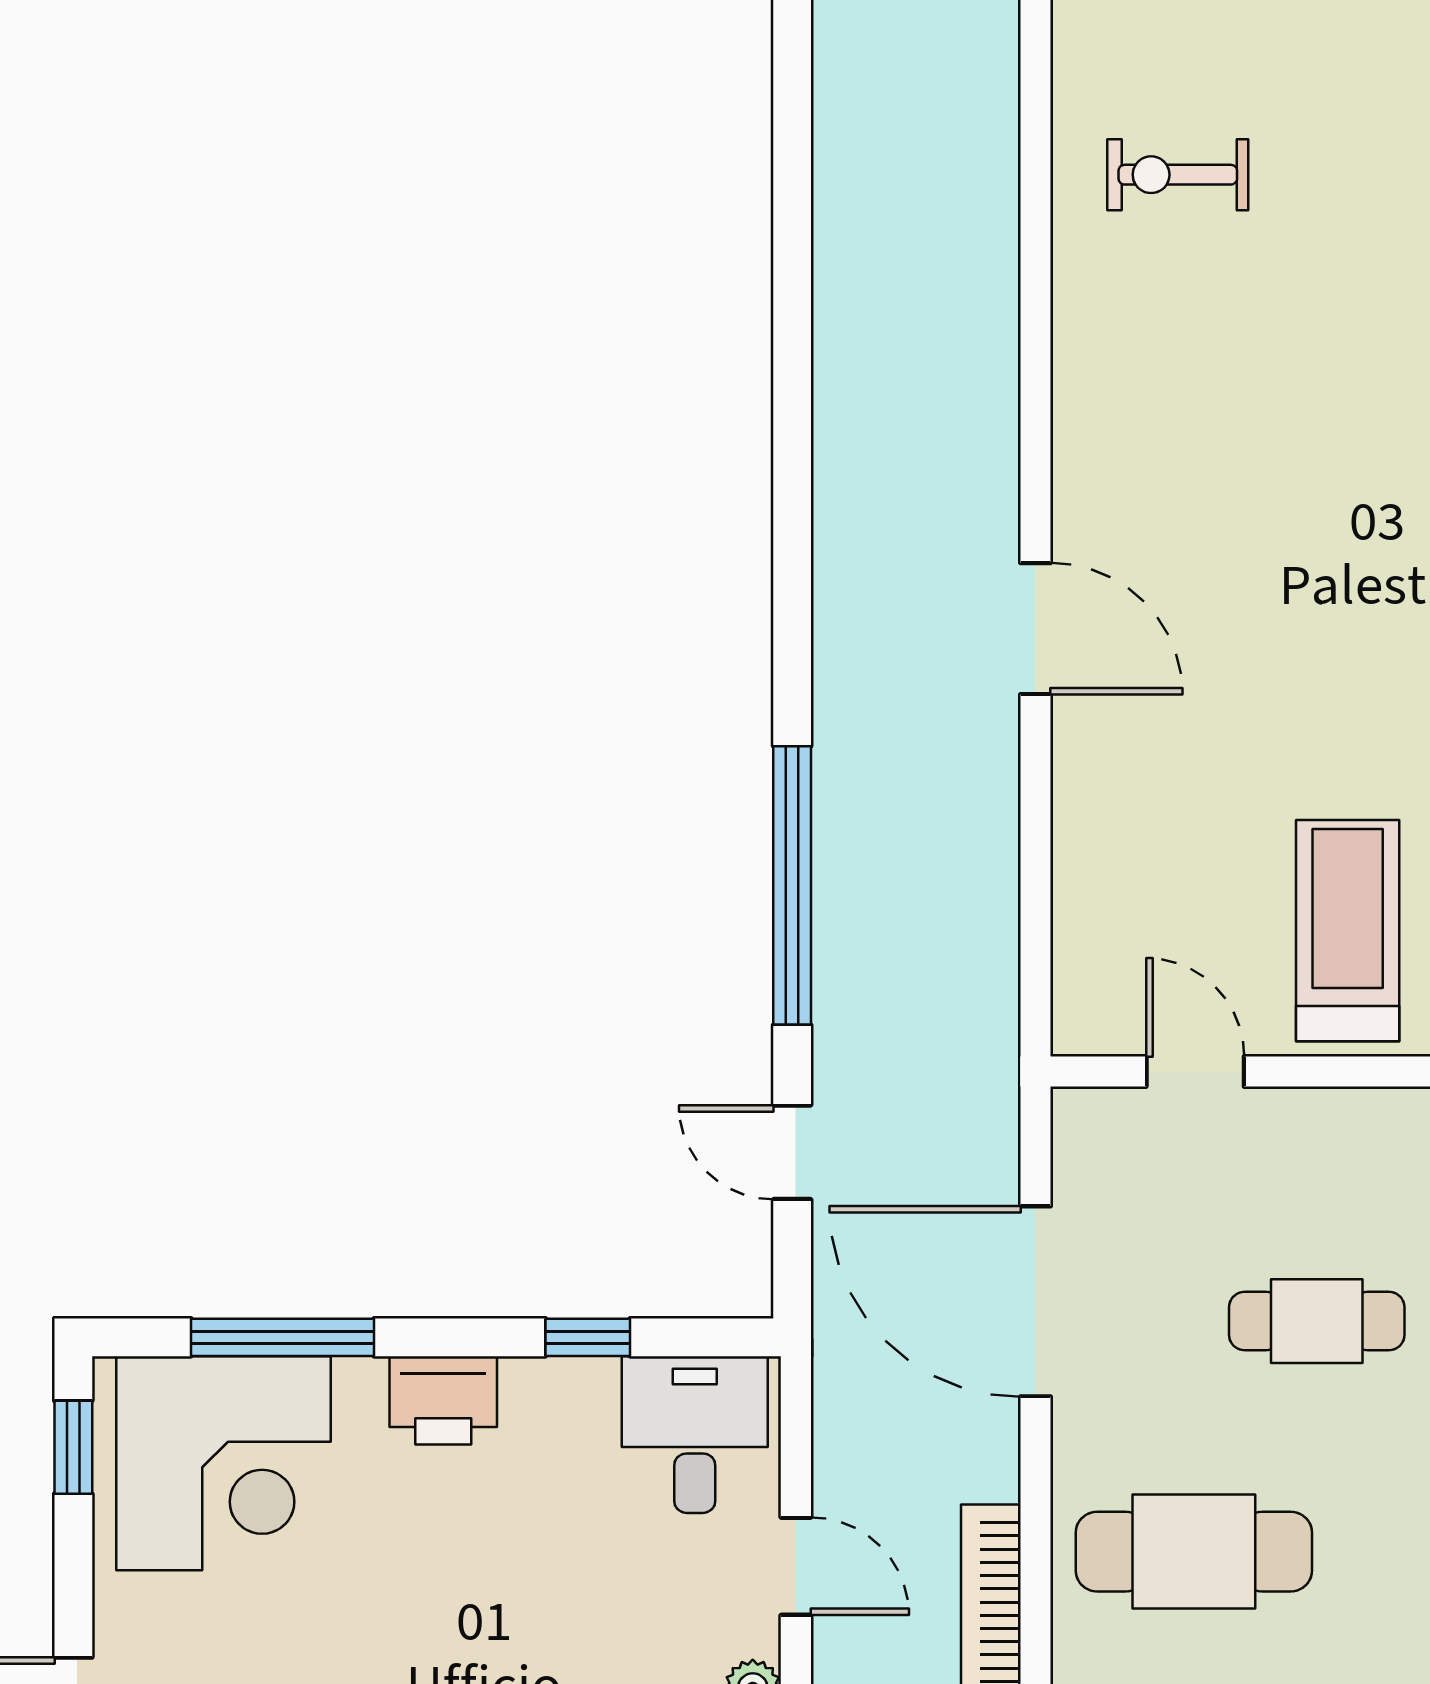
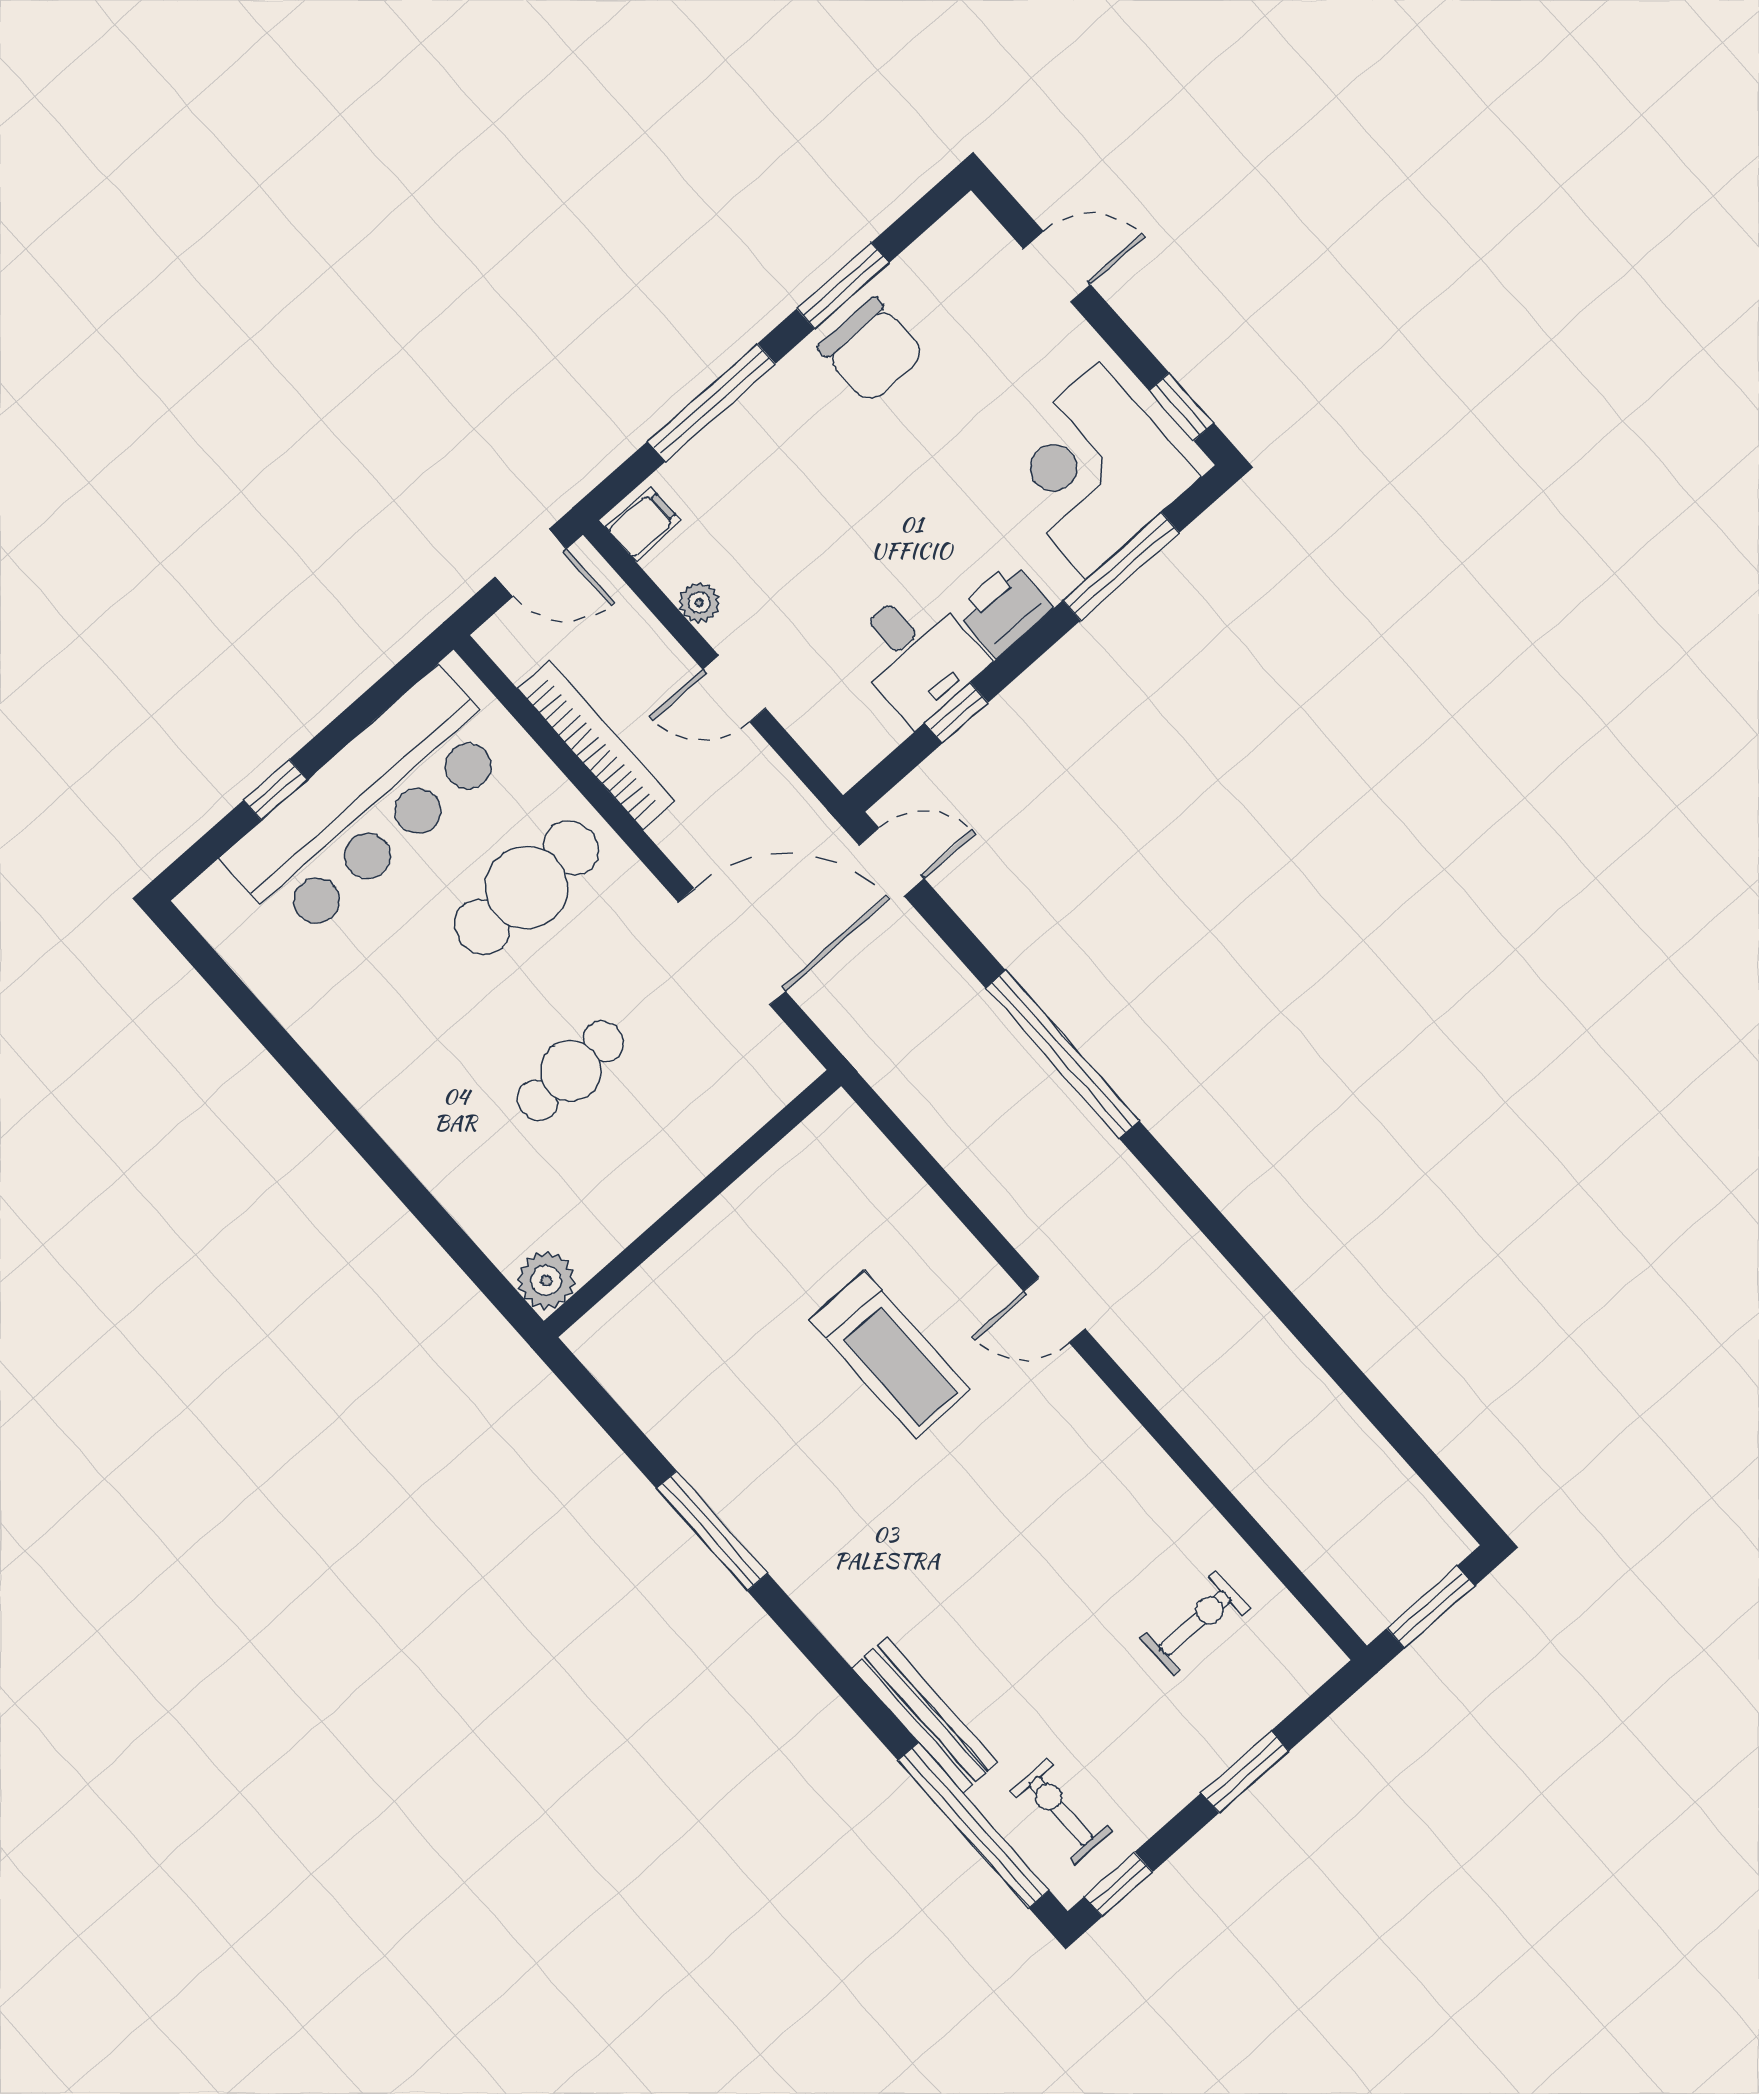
door: (1035, 629) -> (1054, 1310), width x0.73
treadmill: (1348, 931) -> (890, 1355), moved
door: (1195, 1071) -> (756, 1147), removed
door: (792, 1152) -> (892, 862), moved
desk: (695, 1435) -> (916, 654), moved

